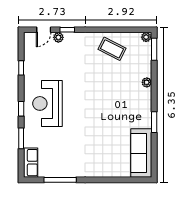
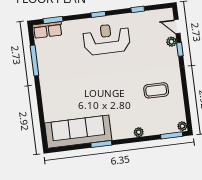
coffee table: (112, 49) -> (156, 90), moved, turned 63
window: (21, 138) -> (53, 20), moved
sofa: (141, 153) -> (78, 132), width x1.36, depth x1.27

